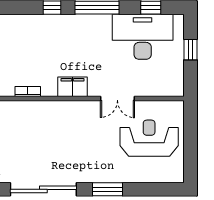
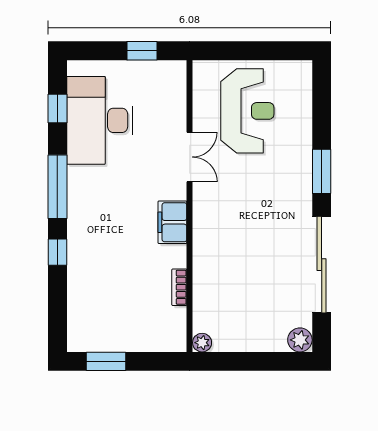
window: (191, 50) -> (142, 51), moved
reception desk: (149, 138) -> (247, 111), turned 180

